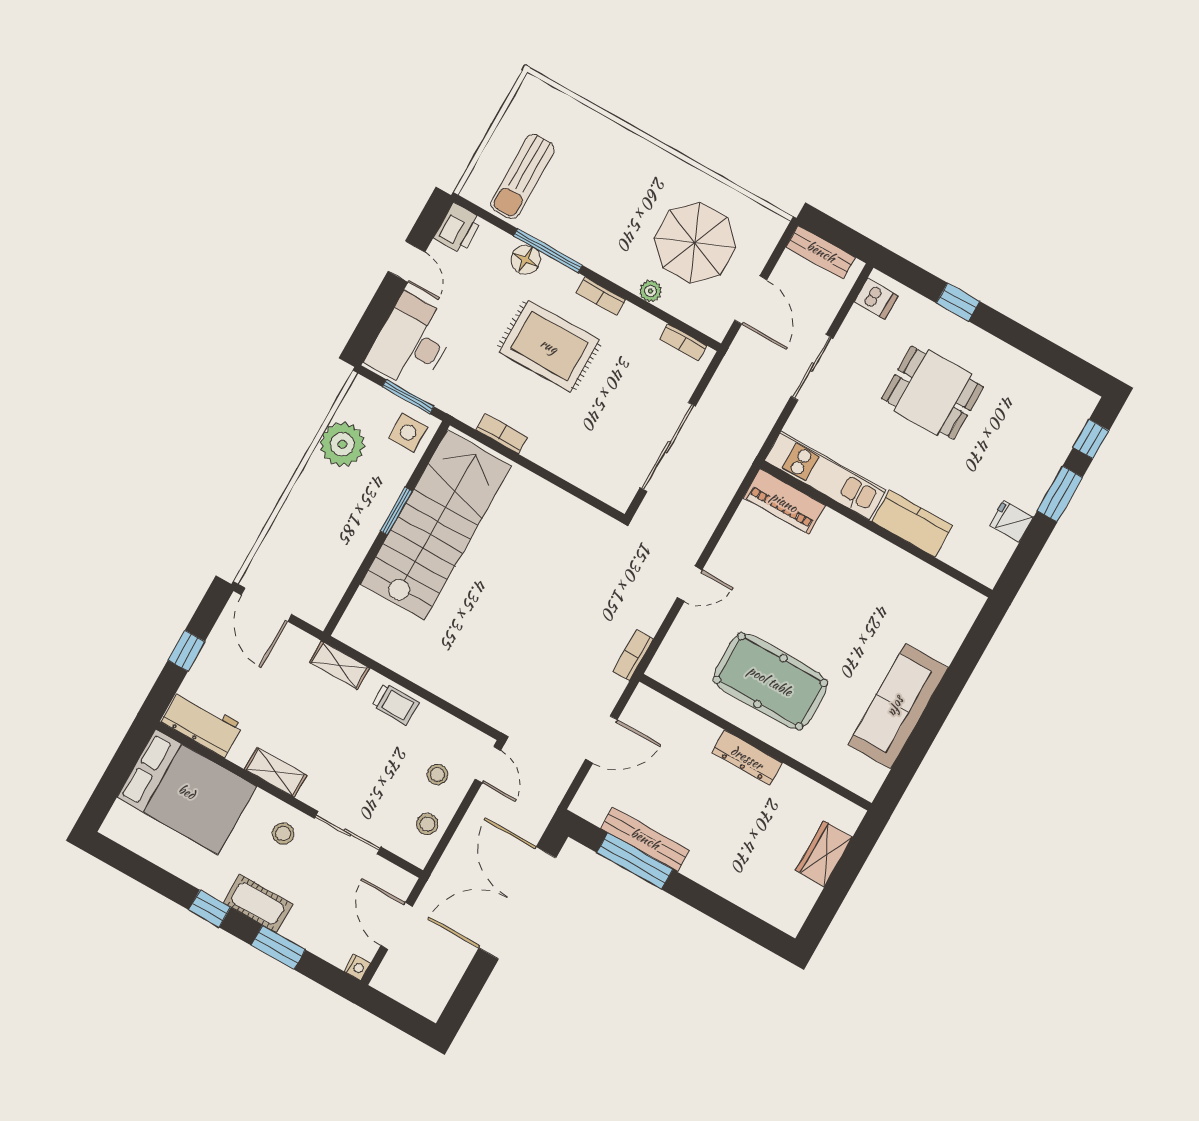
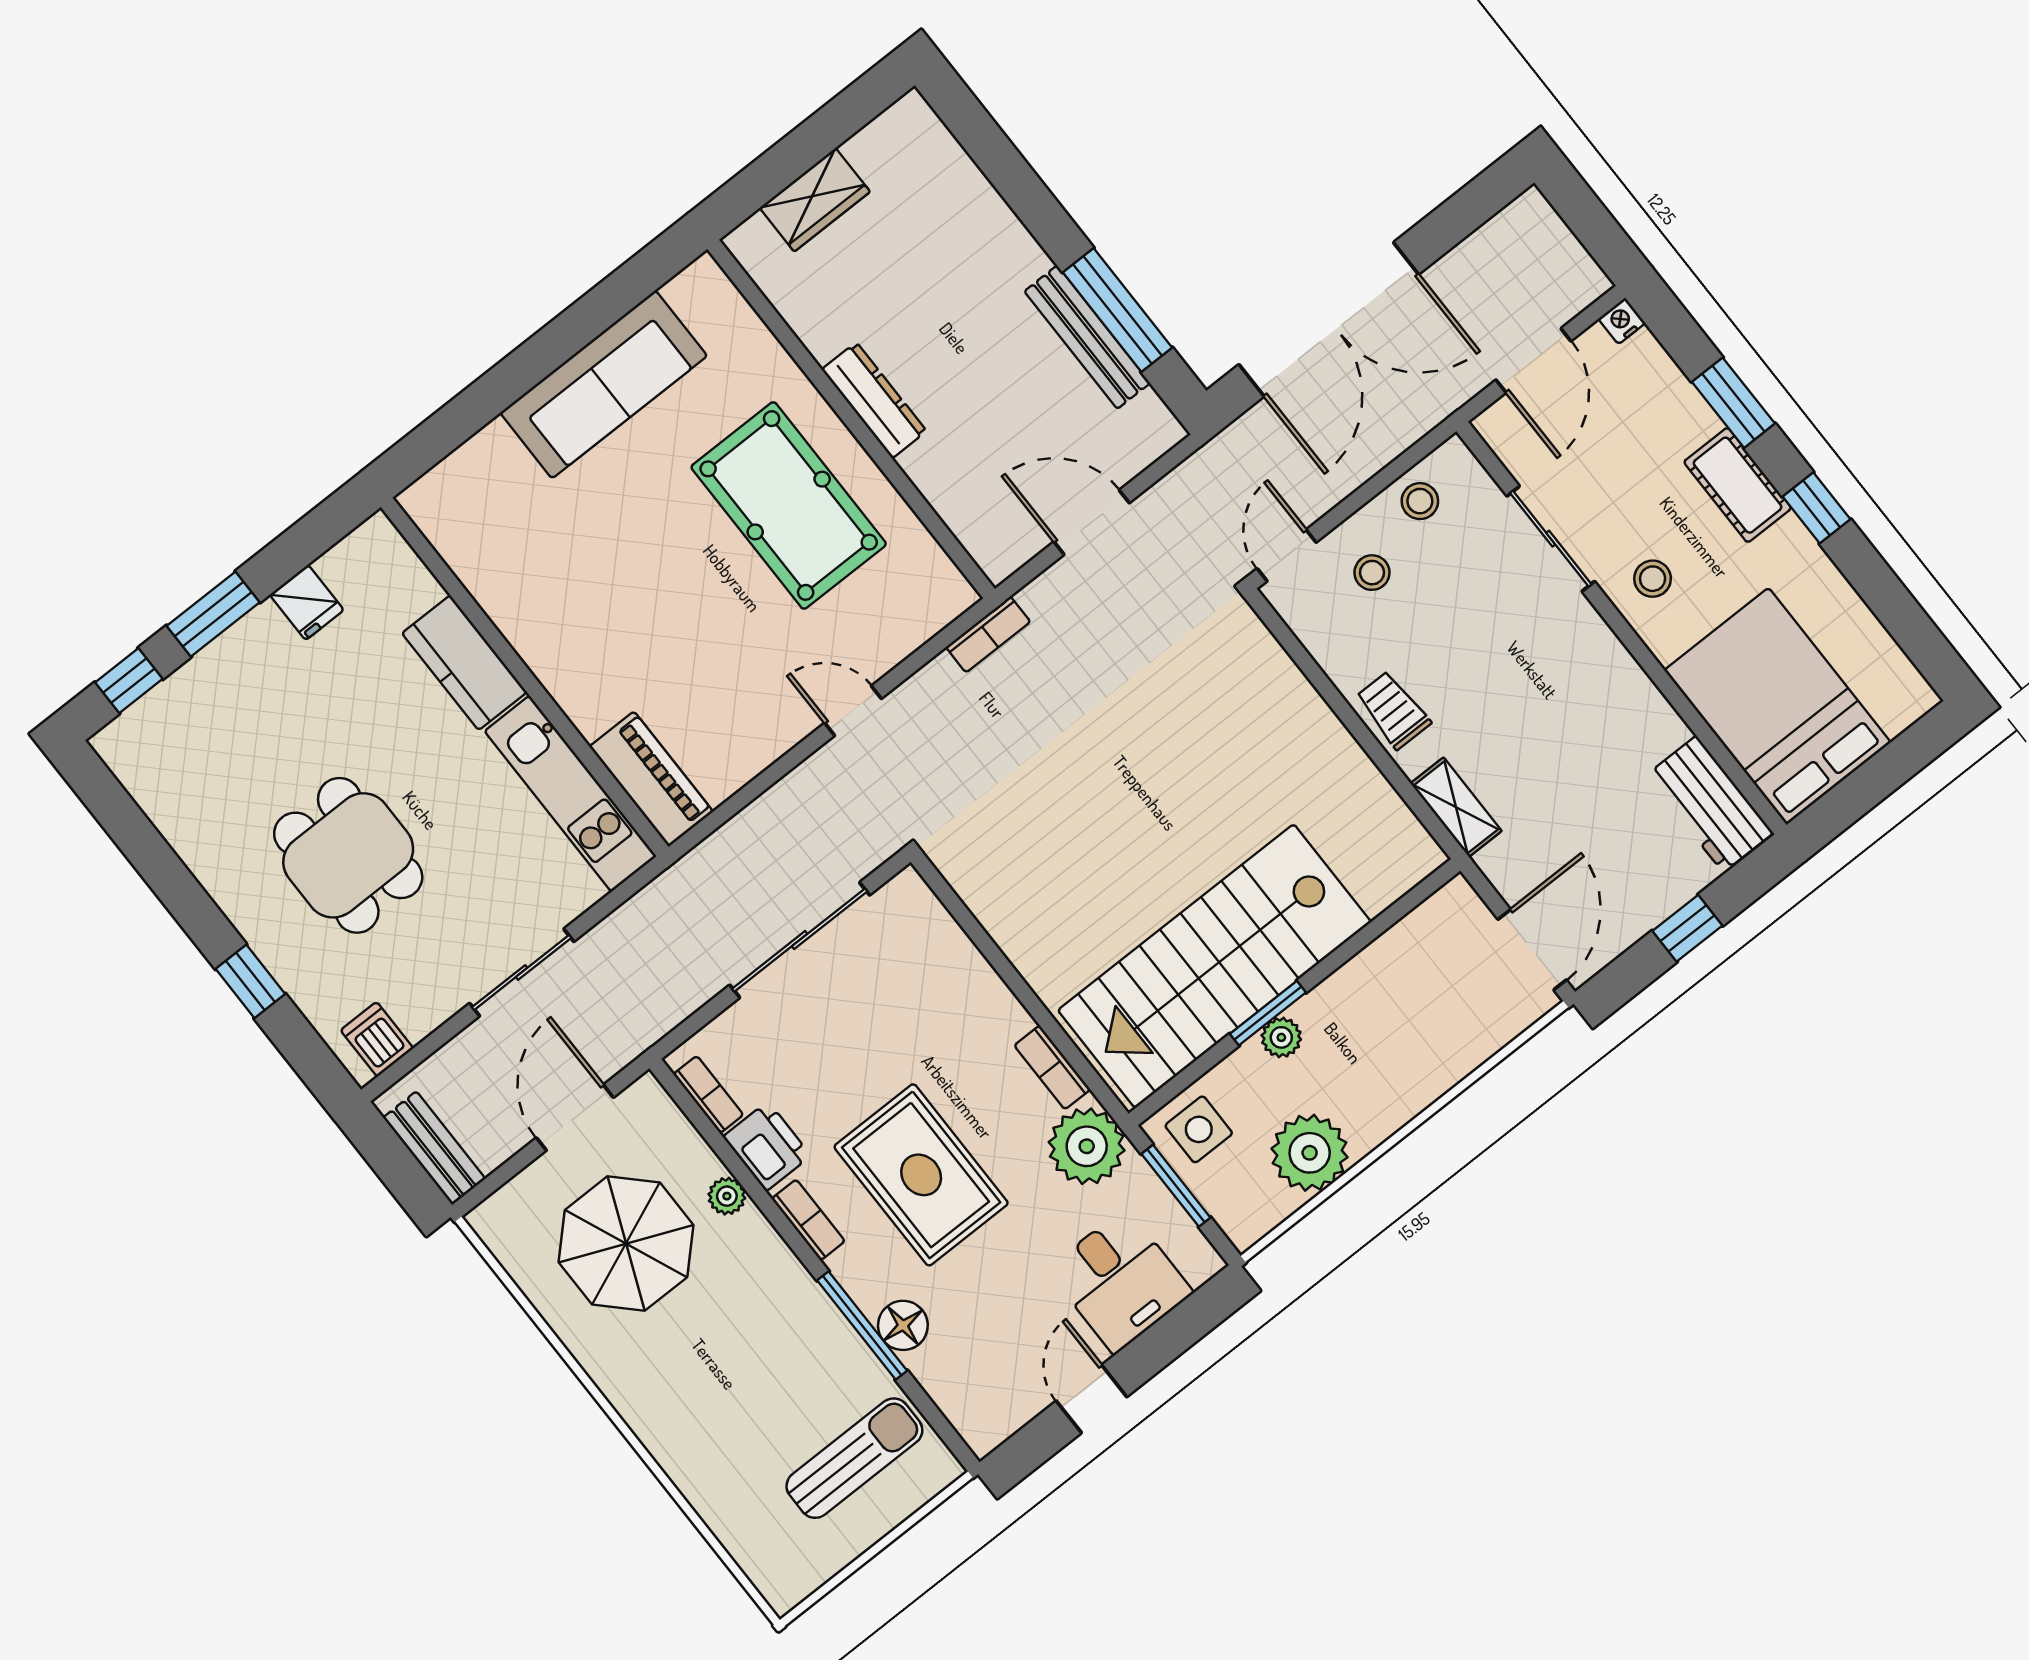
printer: (458, 229) -> (767, 1146), moved, turned 90
desk: (412, 342) -> (1120, 1281), width x0.73
plant: (465, 398) -> (1087, 1146), added
plant: (384, 501) -> (1281, 1037), added
shelving: (275, 772) -> (1625, 680), removed

